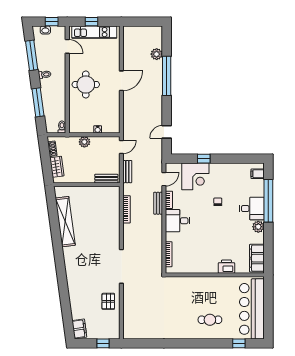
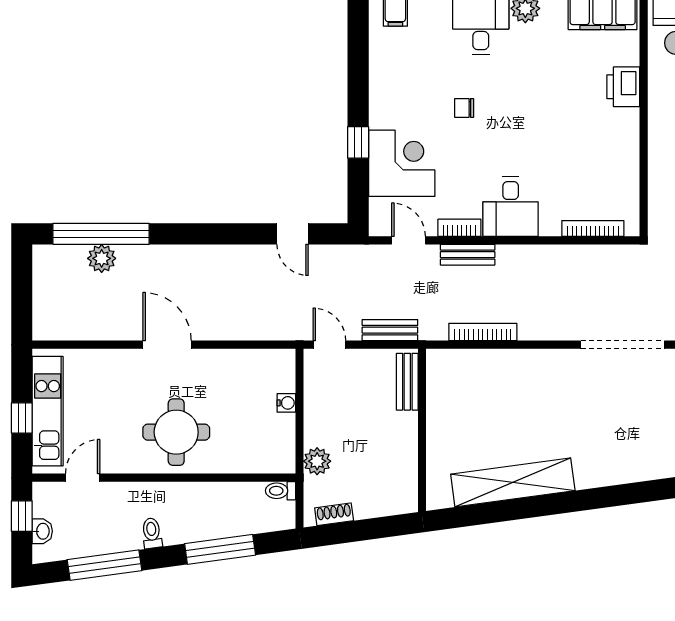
window: (167, 76) -> (101, 234), moved
plant: (84, 142) -> (317, 461), moved
wardrobe: (57, 167) -> (378, 503), removed

